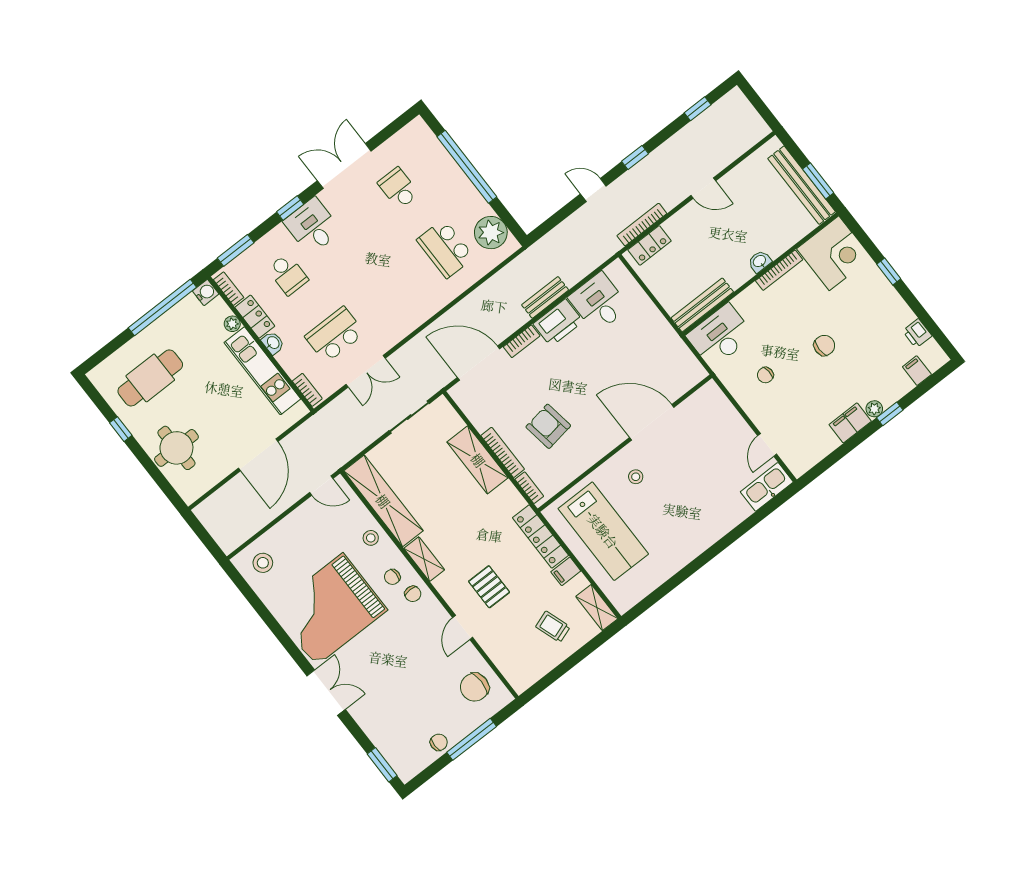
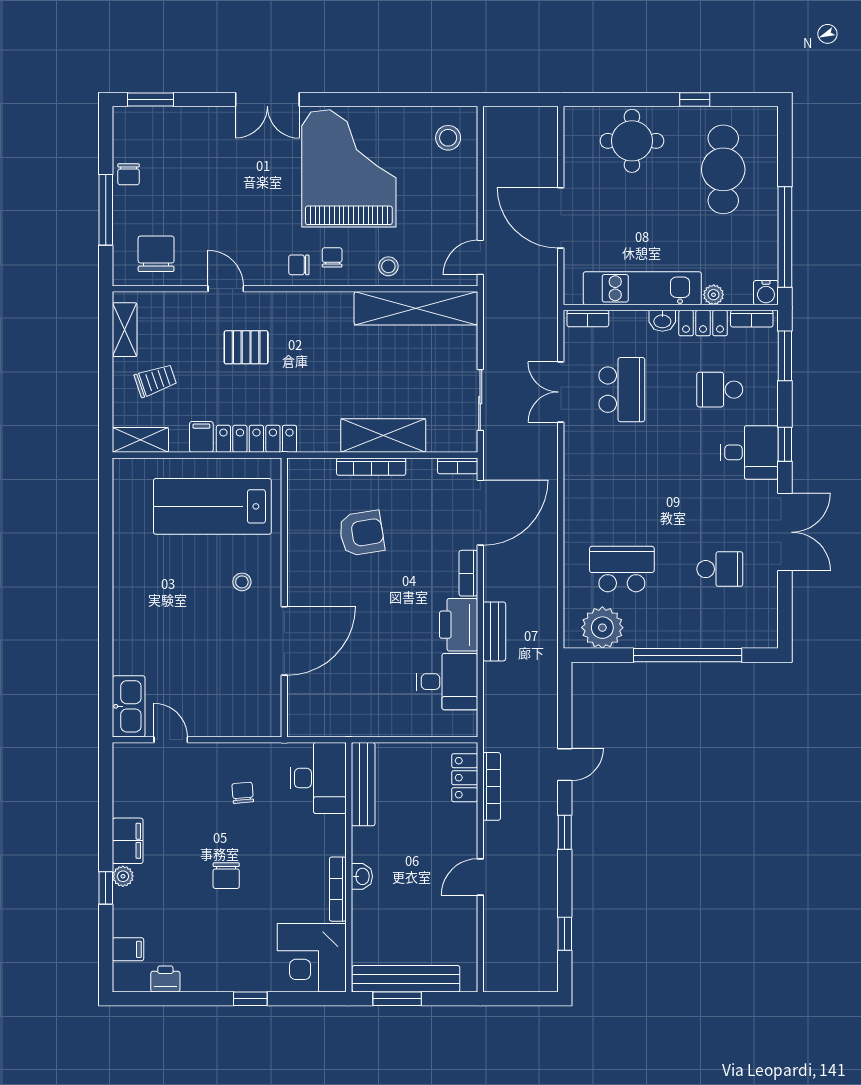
bookcase: (529, 488) -> (458, 466), moved
shelving: (424, 559) -> (125, 330), moved, turned 90

